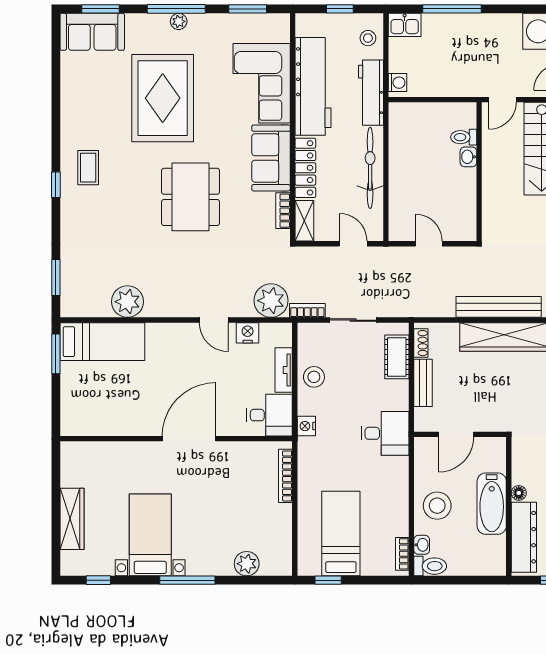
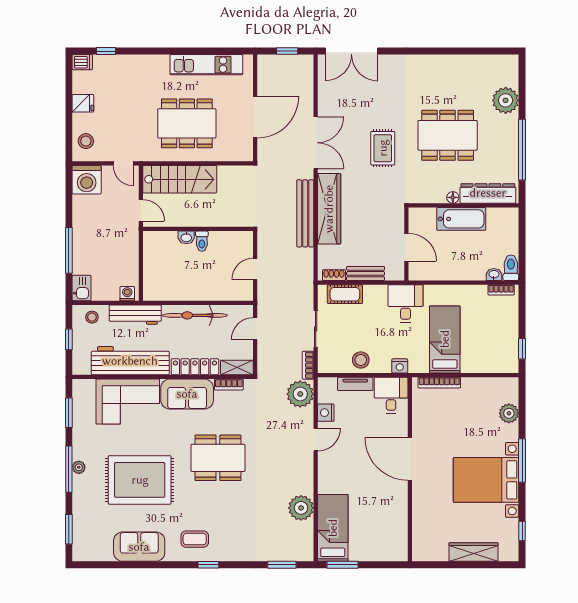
sofa: (92, 32) -> (139, 547), moved, turned -90
toilet: (464, 137) -> (202, 241), moved
stool: (437, 506) -> (463, 262), removed
bed: (341, 534) -> (445, 339), moved, turned 90
bed with nightstands: (150, 535) -> (486, 480), width x1.36

